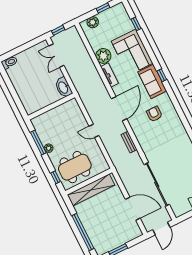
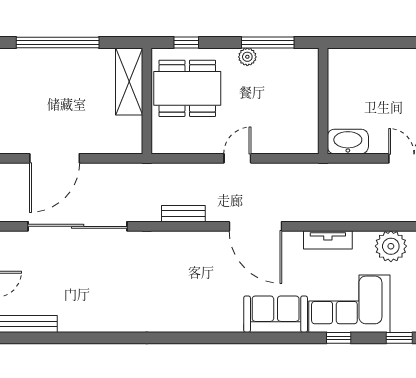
plant: (103, 56) -> (391, 246), moved
window: (162, 75) -> (339, 338), moved
armchair: (154, 114) -> (212, 288), removed
dining table: (75, 167) -> (187, 88), turned 90
shelving: (91, 190) -> (129, 81), width x0.68

